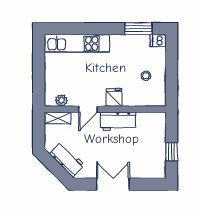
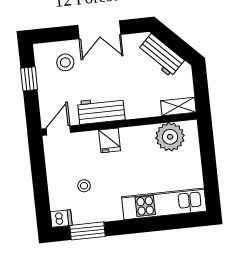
stool: (146, 76) -> (84, 186), moved
plant: (61, 100) -> (170, 137), width x1.88, depth x1.88
door: (88, 109) -> (58, 130), moved
stool: (142, 162) -> (65, 62), added

